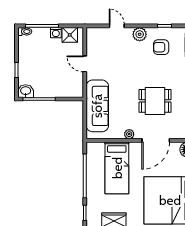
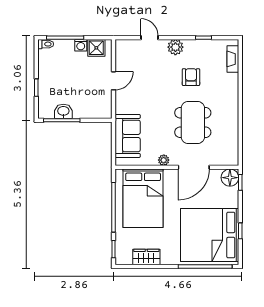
armchair: (161, 47) -> (191, 77), moved, turned 90
door: (85, 64) -> (113, 81), swing flipped
washbasin: (26, 91) -> (63, 111), moved
dining table: (155, 101) -> (193, 123), width x1.37
sofa: (97, 106) -> (128, 136), width x0.73
bed: (117, 168) -> (143, 198), width x1.50

